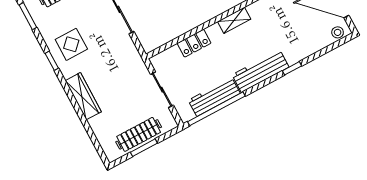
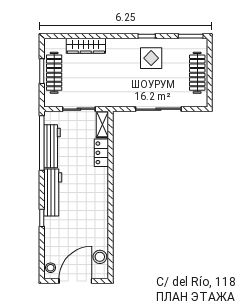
shelving: (234, 20) -> (102, 124), moved
wardrobe: (83, 96) -> (86, 46), moved

